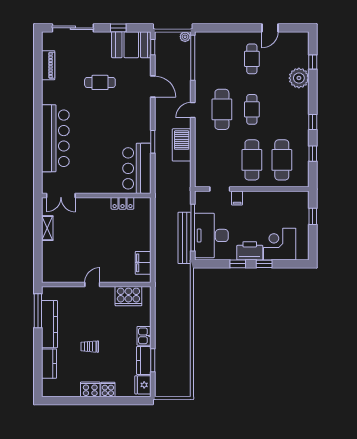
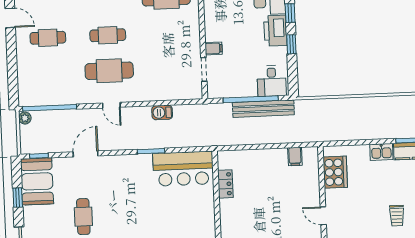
barbecue: (182, 145) -> (162, 112), width x0.53, depth x0.65
cafe table: (252, 160) -> (168, 33), removed
desk: (211, 235) -> (272, 81), width x0.53, depth x0.77
filing cabinet: (143, 263) -> (295, 157), width x0.50

